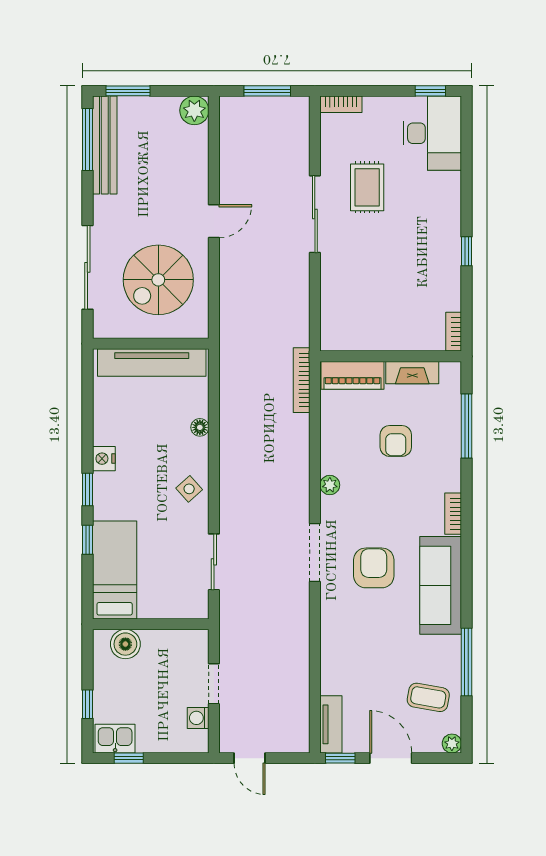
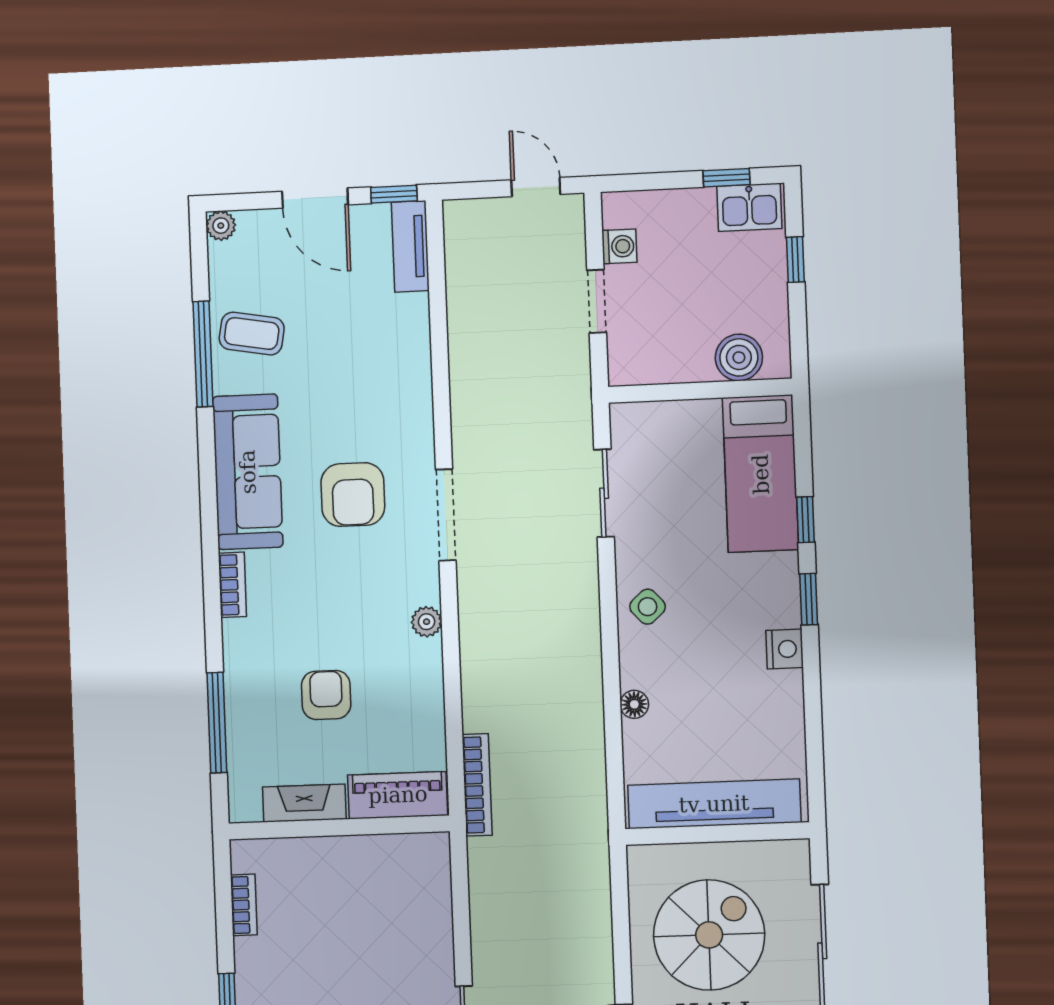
bookcase: (454, 332) -> (244, 905), moved
coffee table: (428, 697) -> (252, 334), moved

